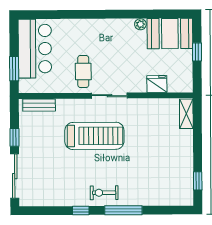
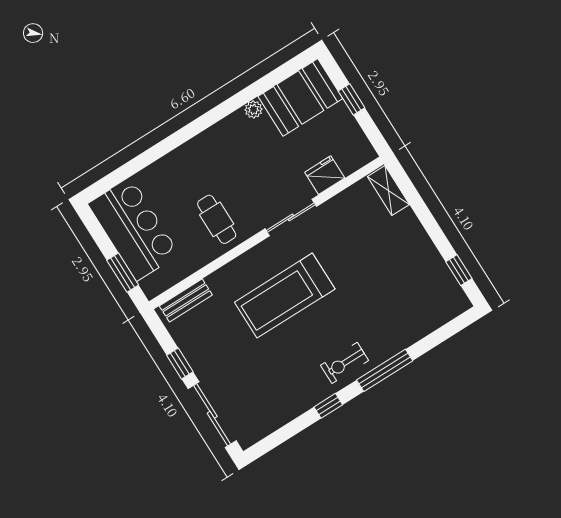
sliding door: (109, 96) -> (291, 218), moved
treadmill: (94, 136) -> (285, 296), turned 180

